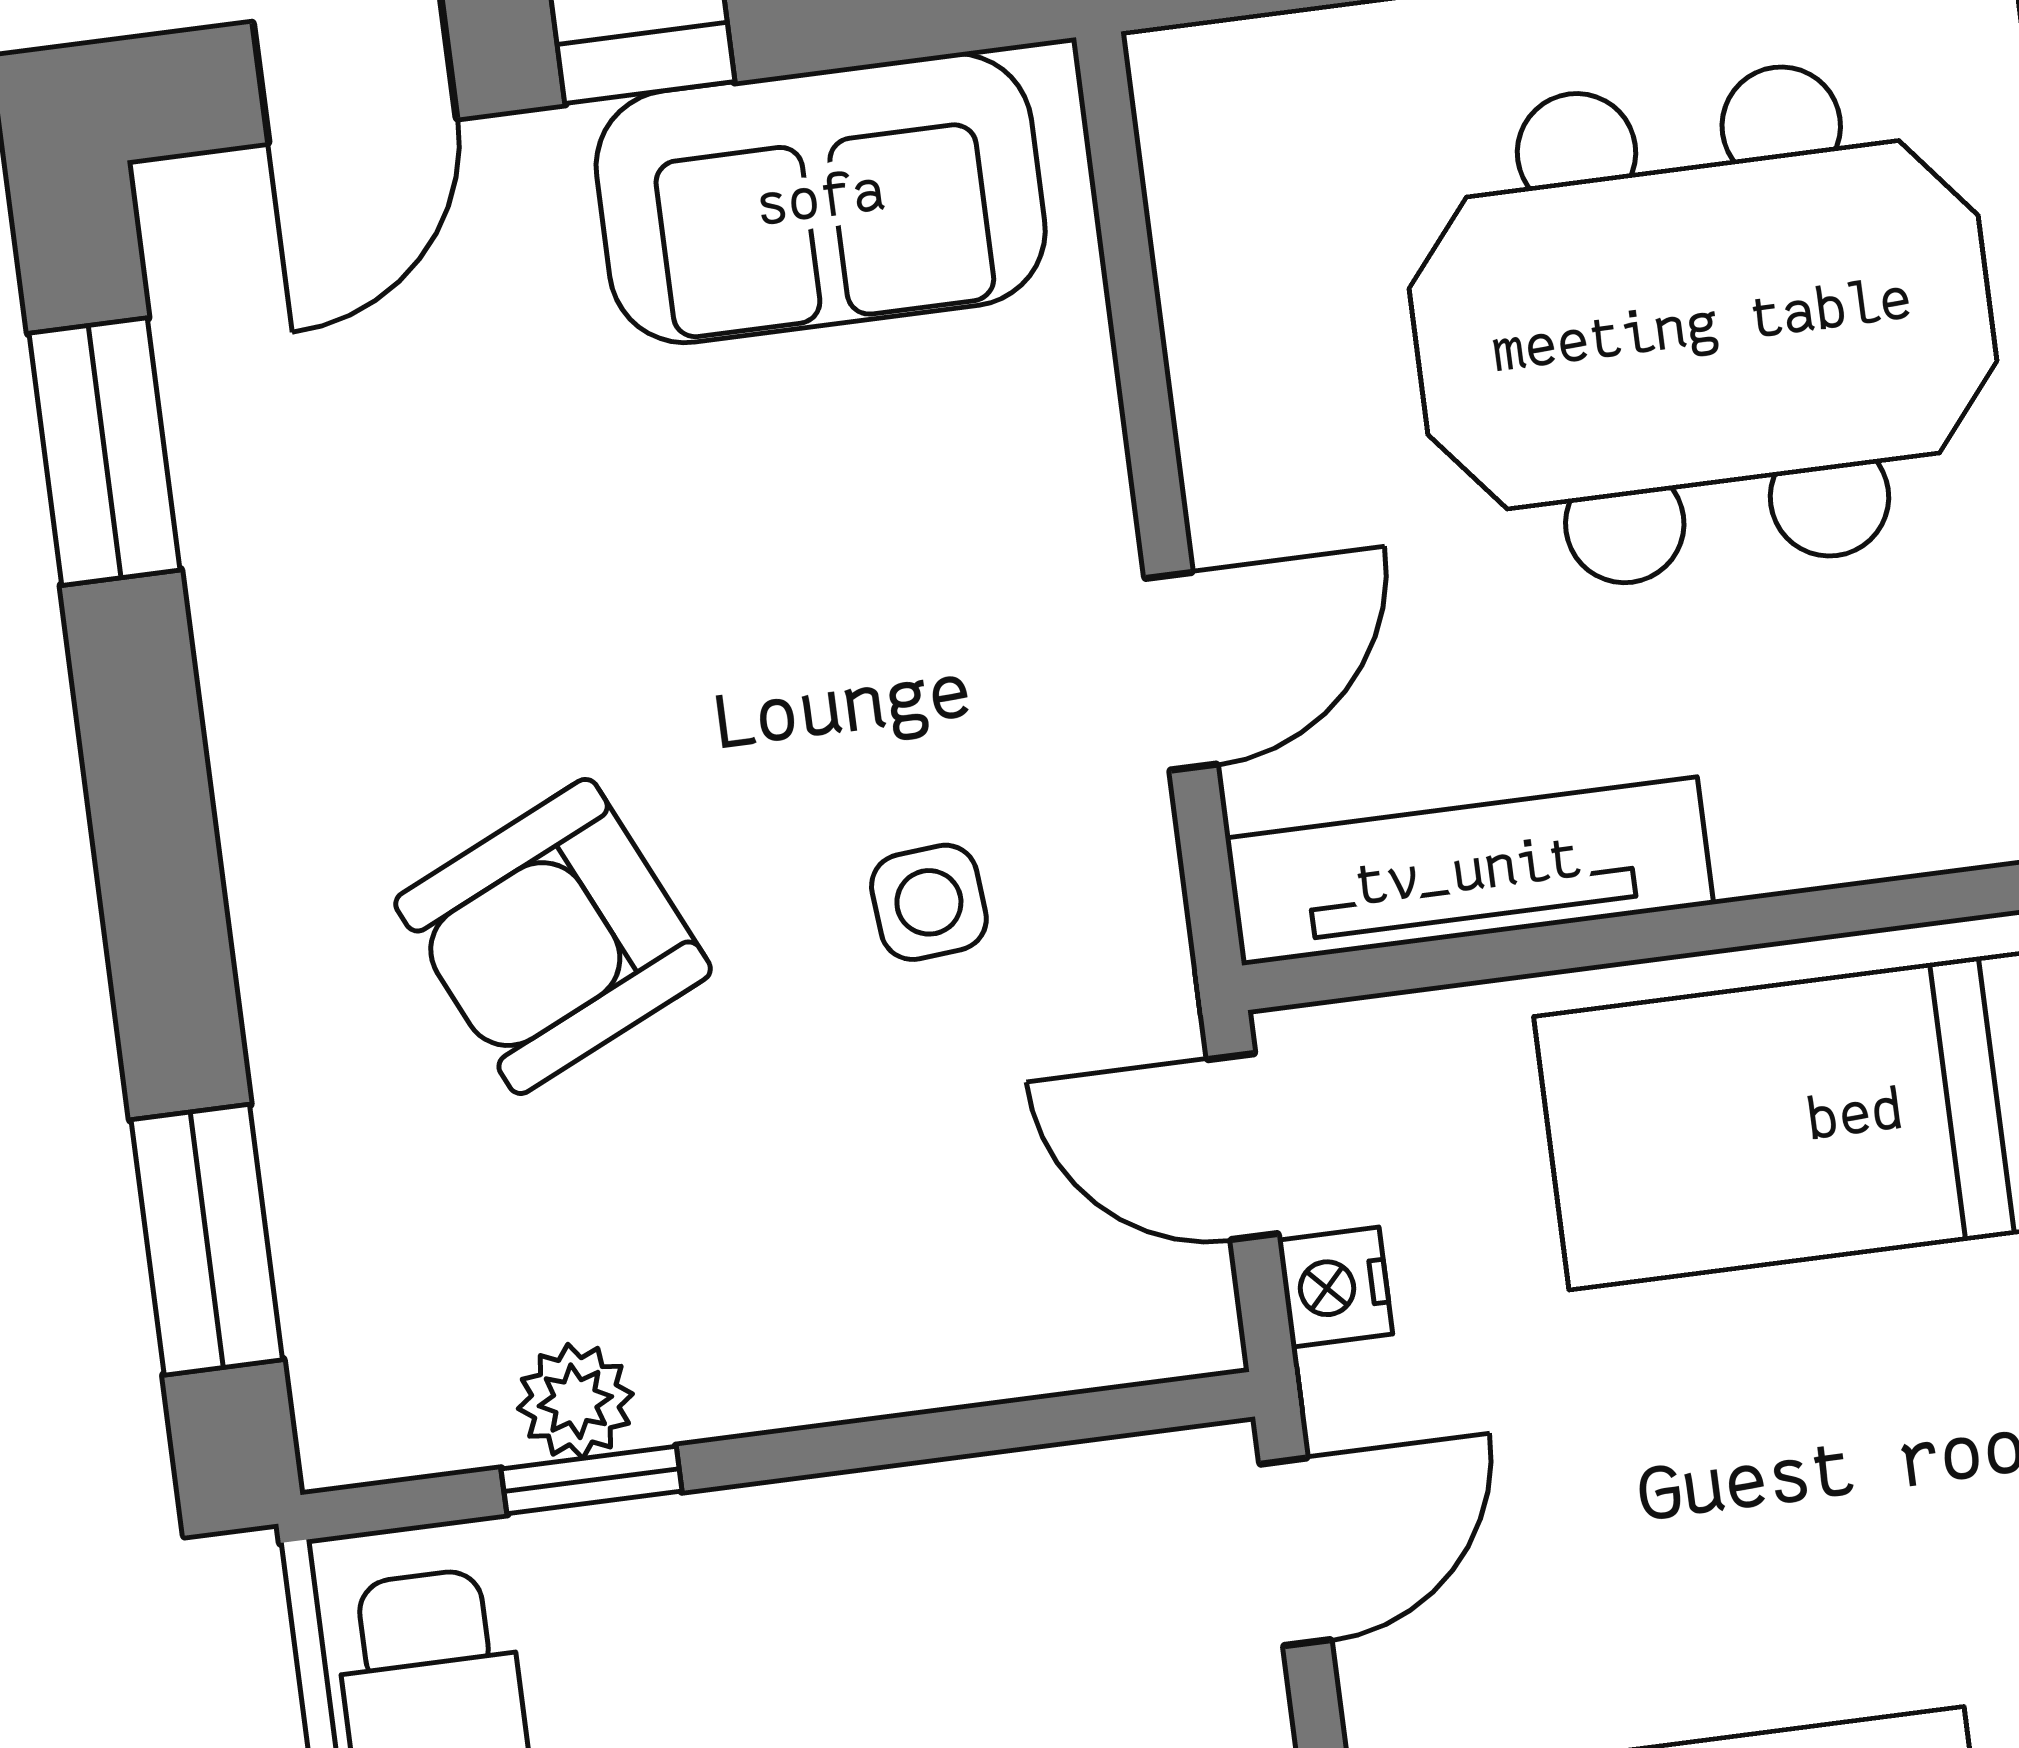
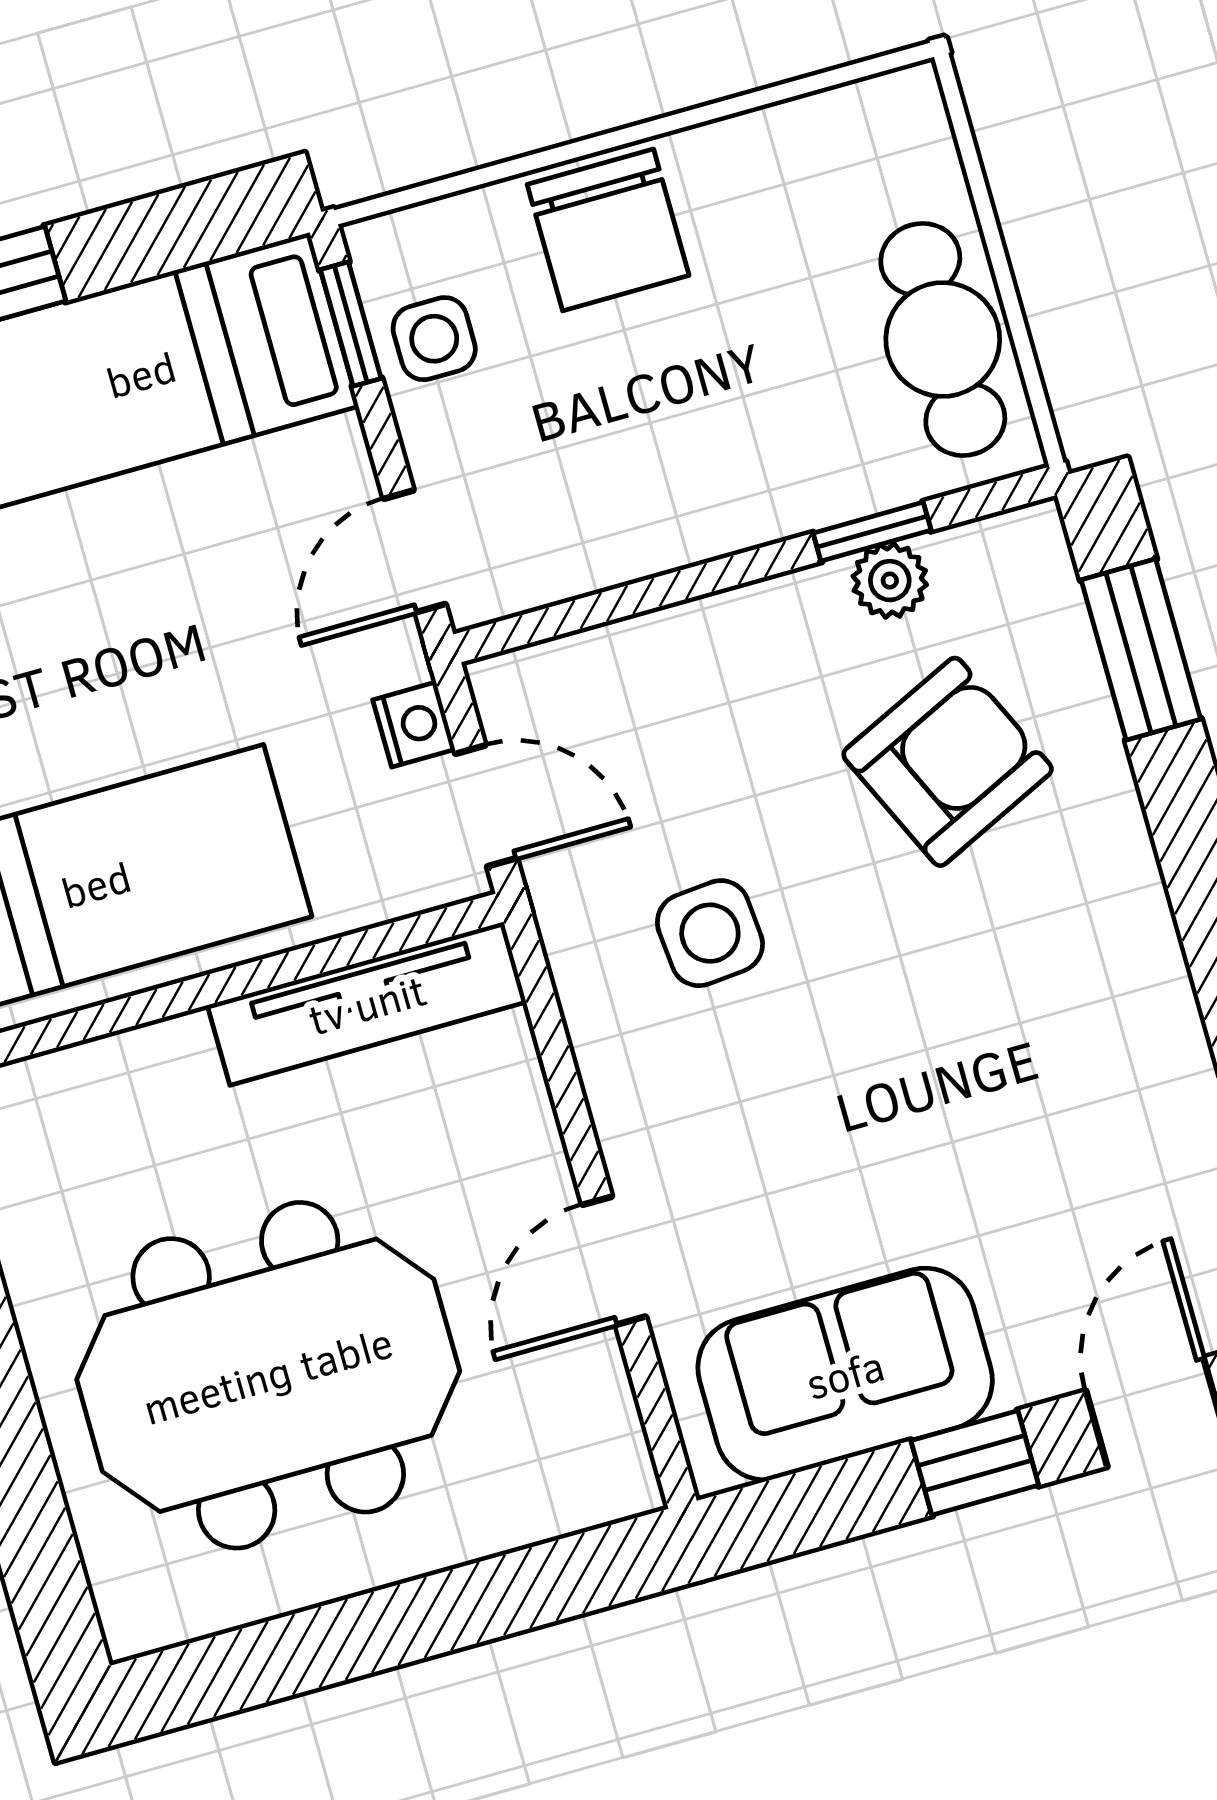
door: (1181, 671) -> (614, 1261), moved
side table: (929, 902) -> (710, 933), width x1.37, depth x1.37
armchair: (553, 936) -> (948, 762), moved

